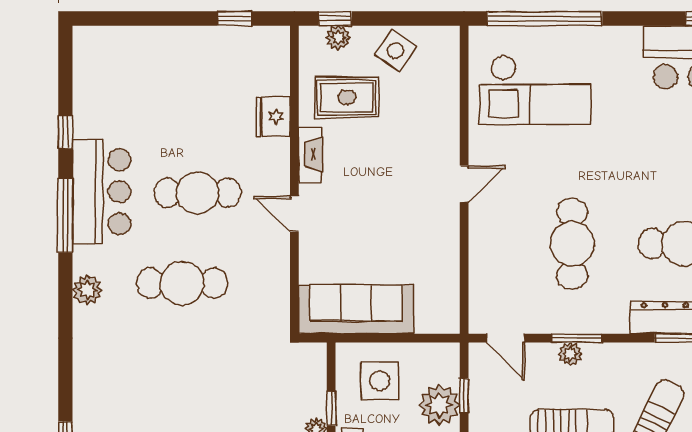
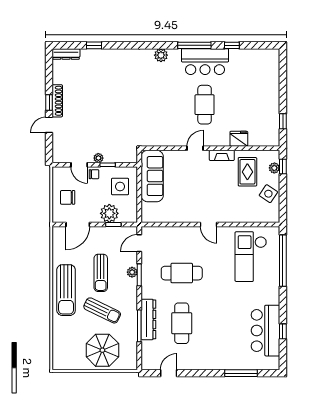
cafe table: (182, 283) -> (164, 98), removed

